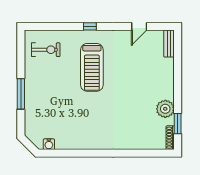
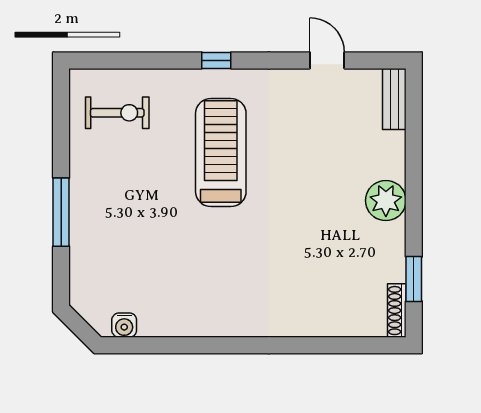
door: (139, 26) -> (327, 60), swing flipped
treadmill: (92, 67) -> (221, 153), turned 180
plant: (165, 109) -> (386, 201), moved

